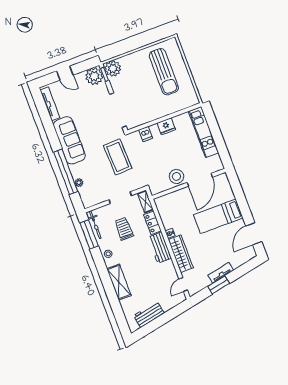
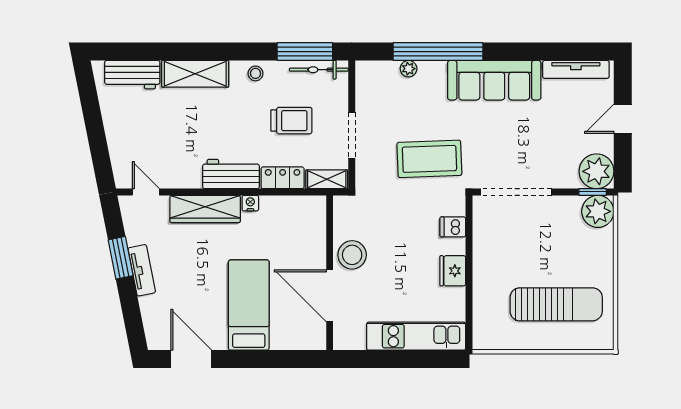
sun lounger: (164, 72) -> (556, 304), turned 180
workbench: (149, 314) -> (132, 75), moved, turned 101

